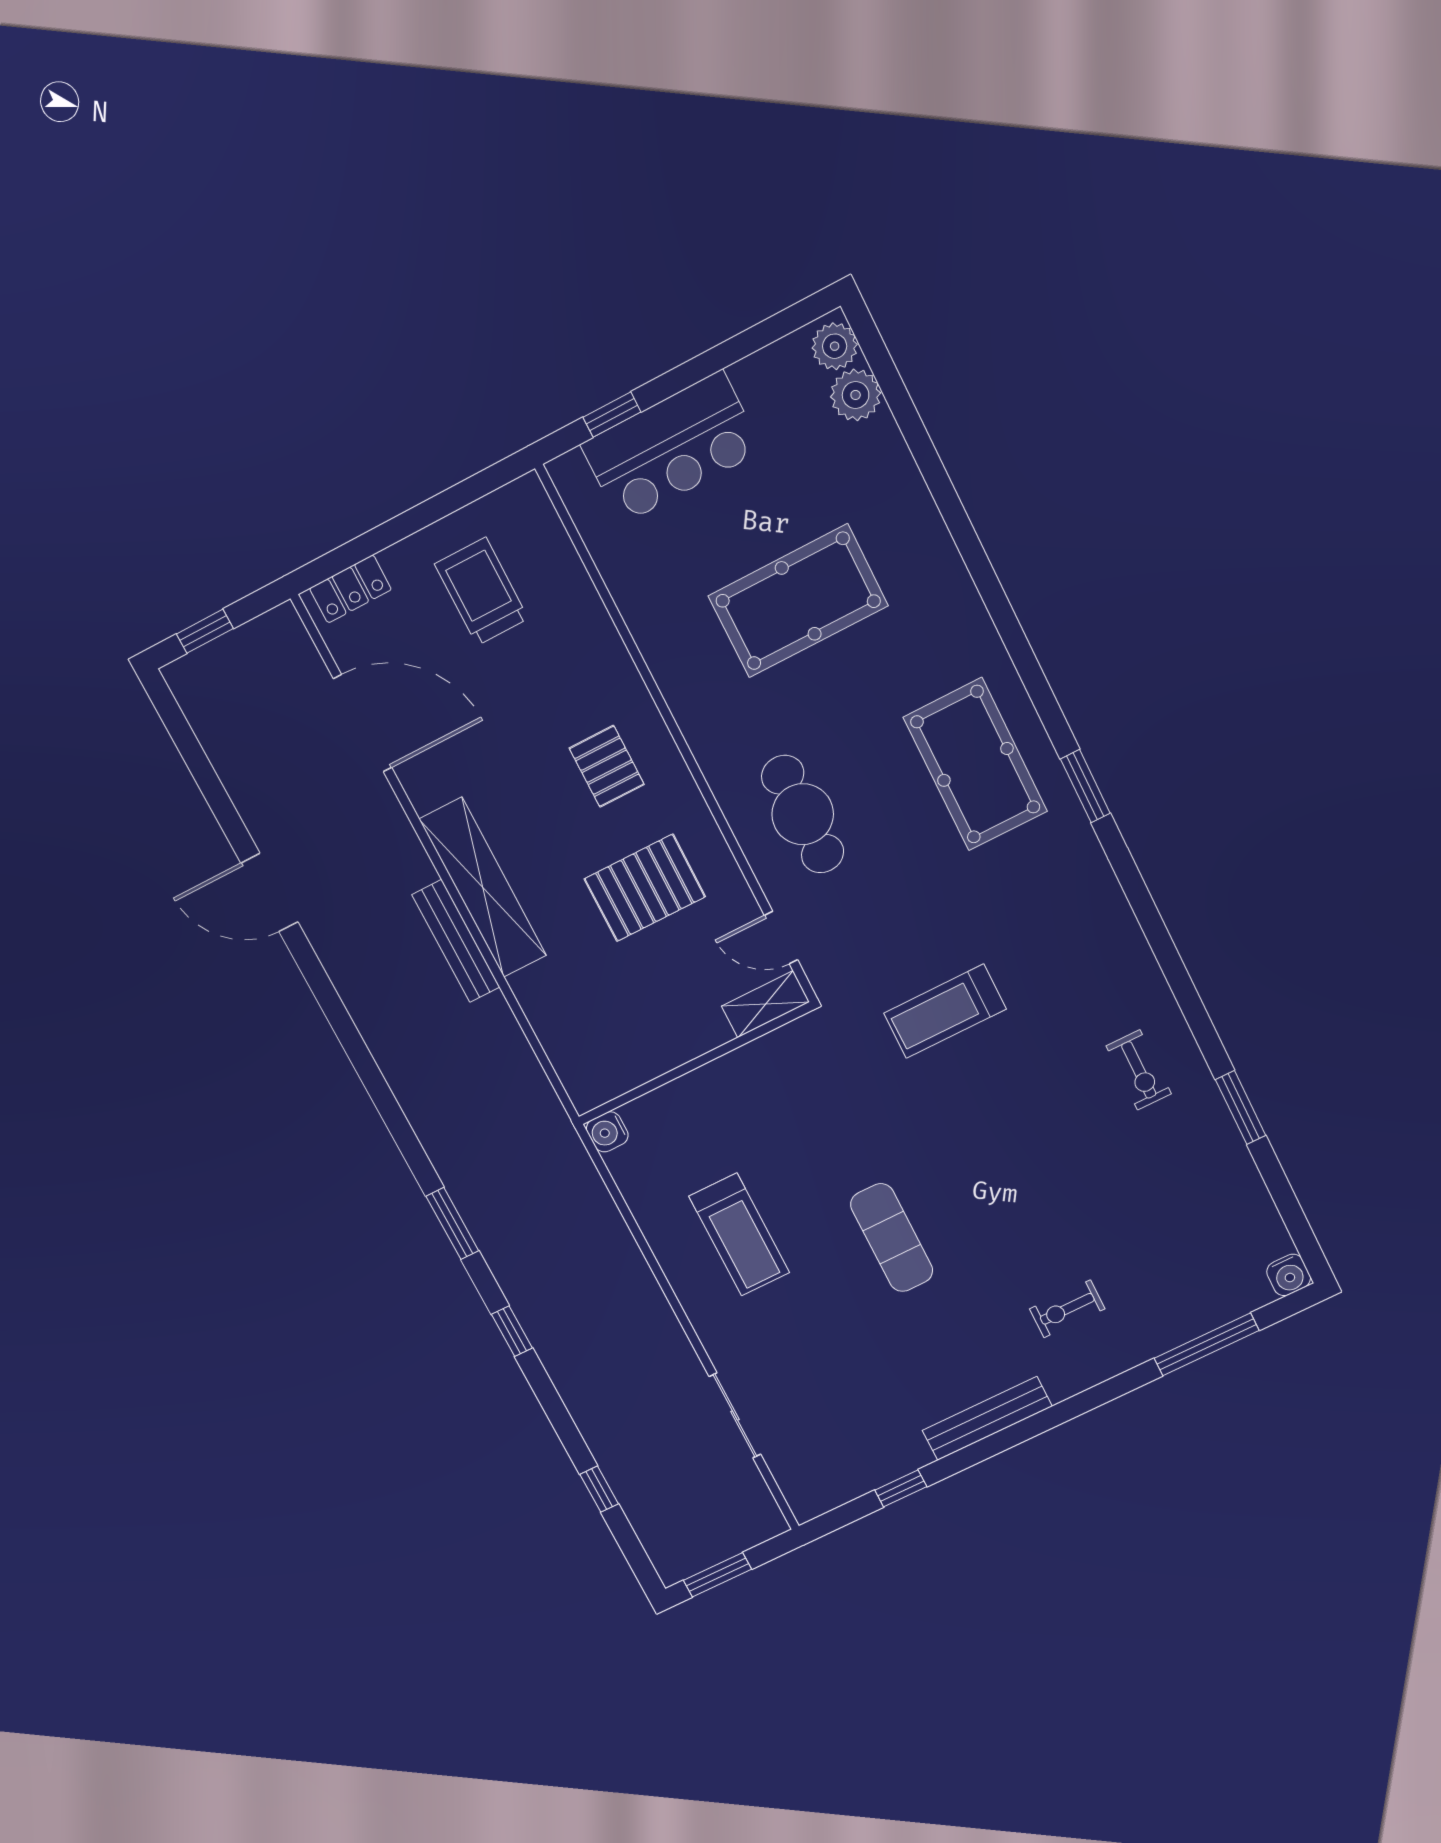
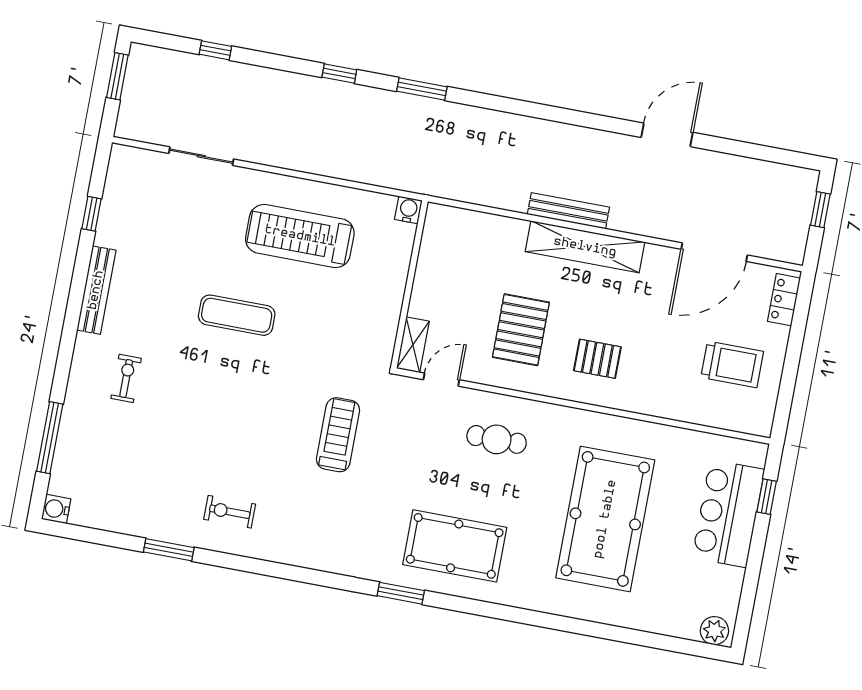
plant: (856, 395) -> (683, 623), removed
pool table: (798, 601) -> (605, 519), width x1.36, depth x1.32
cafe table: (803, 814) -> (497, 439), width x0.73, depth x0.74
treadmill: (739, 1235) -> (300, 236), width x1.37, depth x1.38

